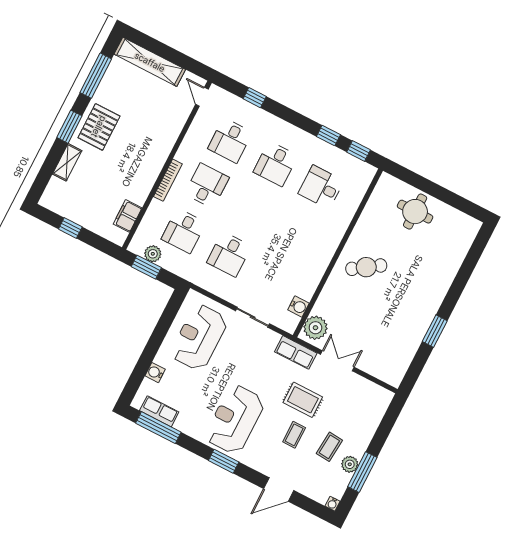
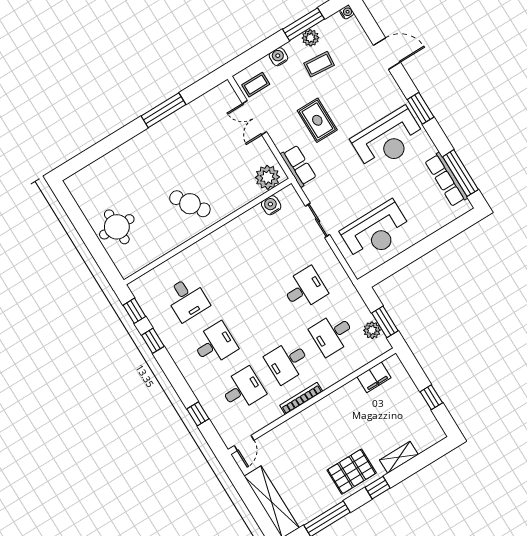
window: (69, 127) -> (378, 488), width x0.67
bookcase: (168, 180) -> (301, 398), moved
desk: (184, 231) -> (332, 334), turned 180
window: (435, 331) -> (164, 110), width x1.44
double door: (337, 361) -> (254, 118), moved
water cooler: (155, 373) -> (278, 57), moved, turned 180
row of seats: (159, 411) -> (446, 180), width x1.48
coffee table: (294, 435) -> (256, 85), moved

